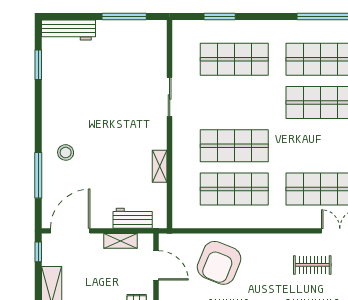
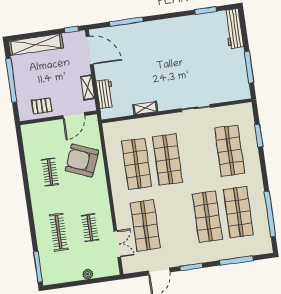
stool: (66, 152) -> (145, 39), removed

